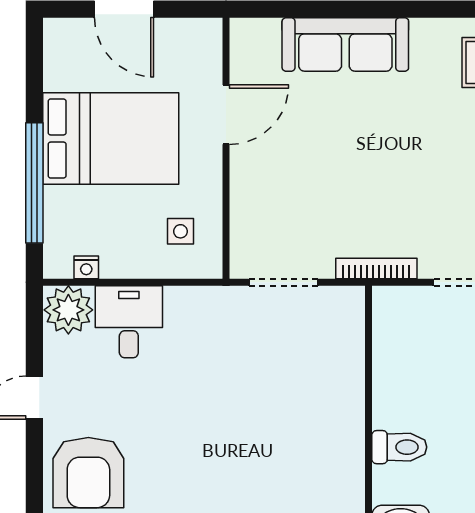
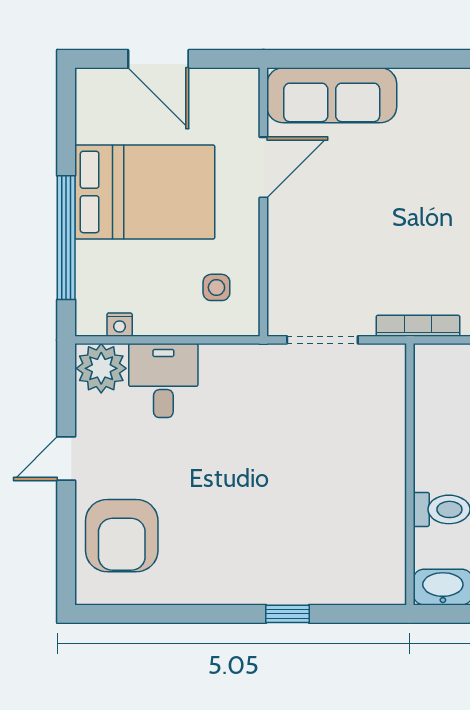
sofa: (345, 44) -> (332, 95), moved

